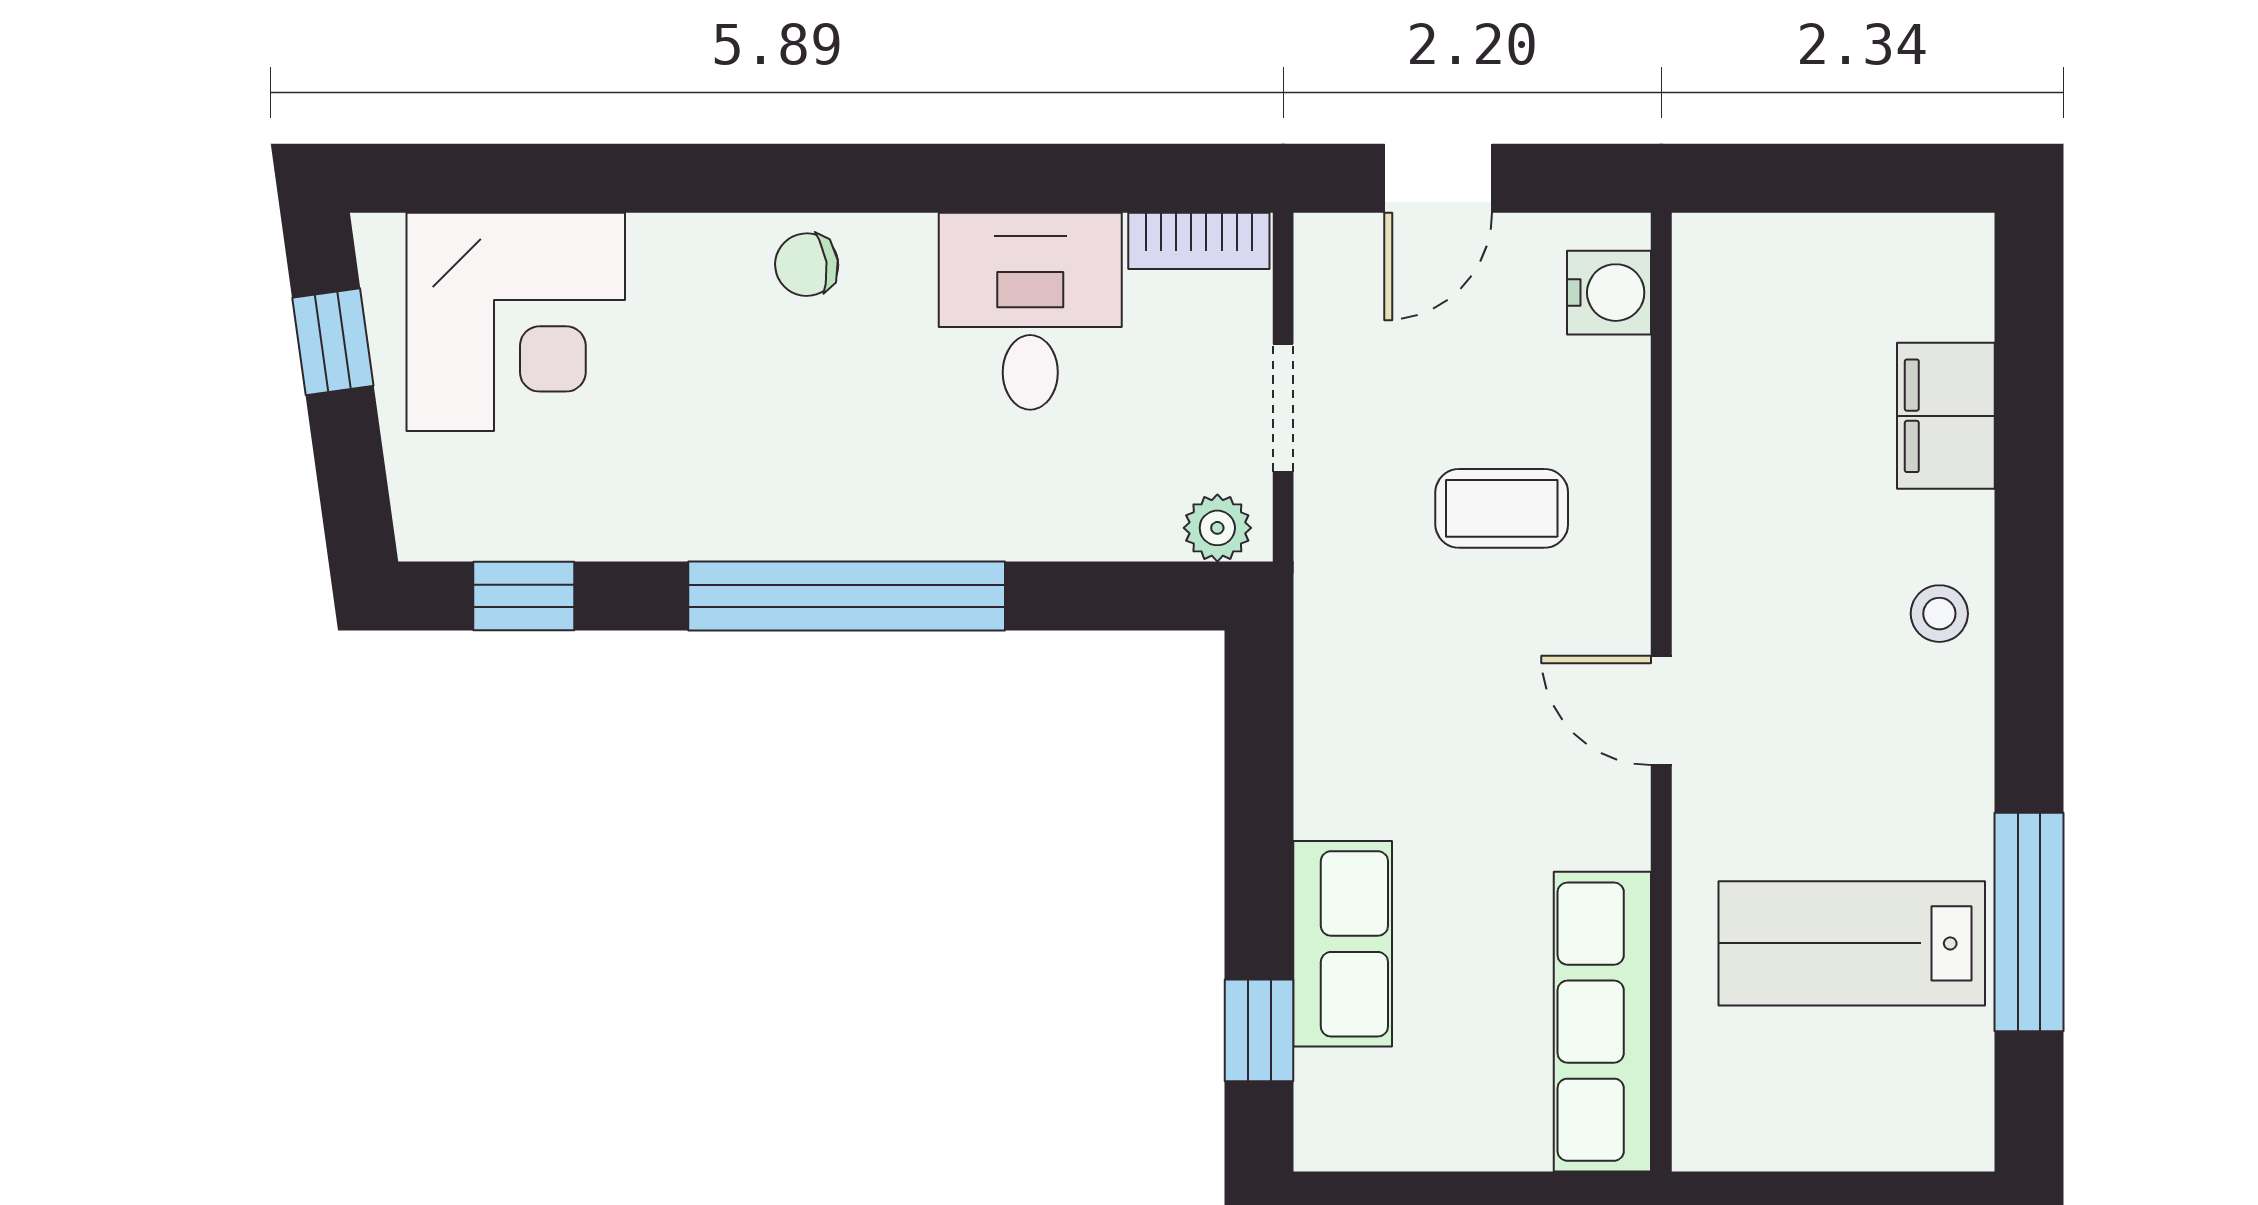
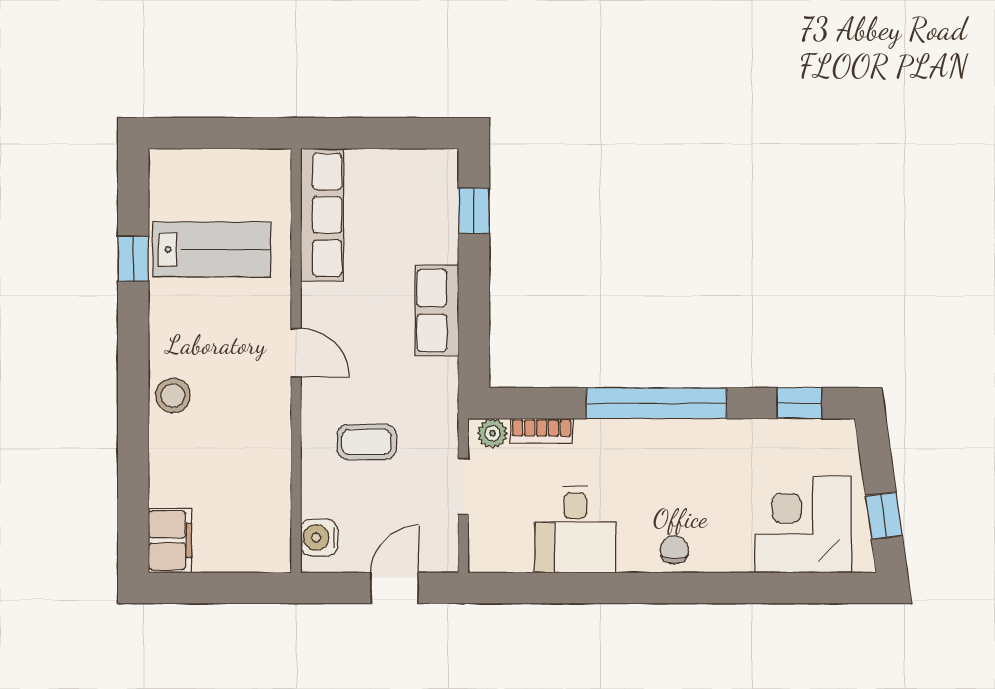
bookcase: (1199, 241) -> (542, 431), moved, turned 180
chair: (807, 265) -> (674, 550), turned -82
filing cabinet: (1946, 416) -> (170, 540), moved
stool: (1939, 614) -> (173, 395), width x1.37, depth x1.37
window: (2029, 922) -> (133, 259), width x0.46
row of seats: (1343, 944) -> (437, 310), moved

